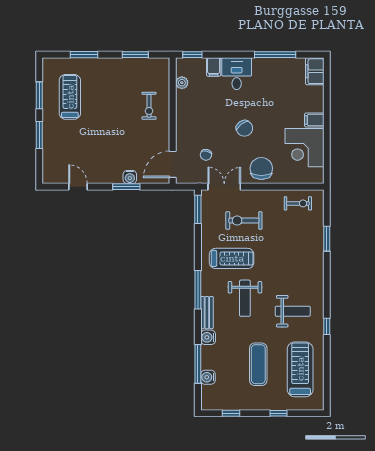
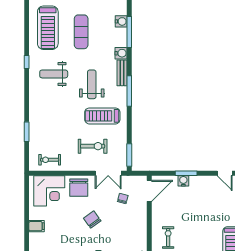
corner desk: (304, 148) -> (49, 191), moved, turned 90

